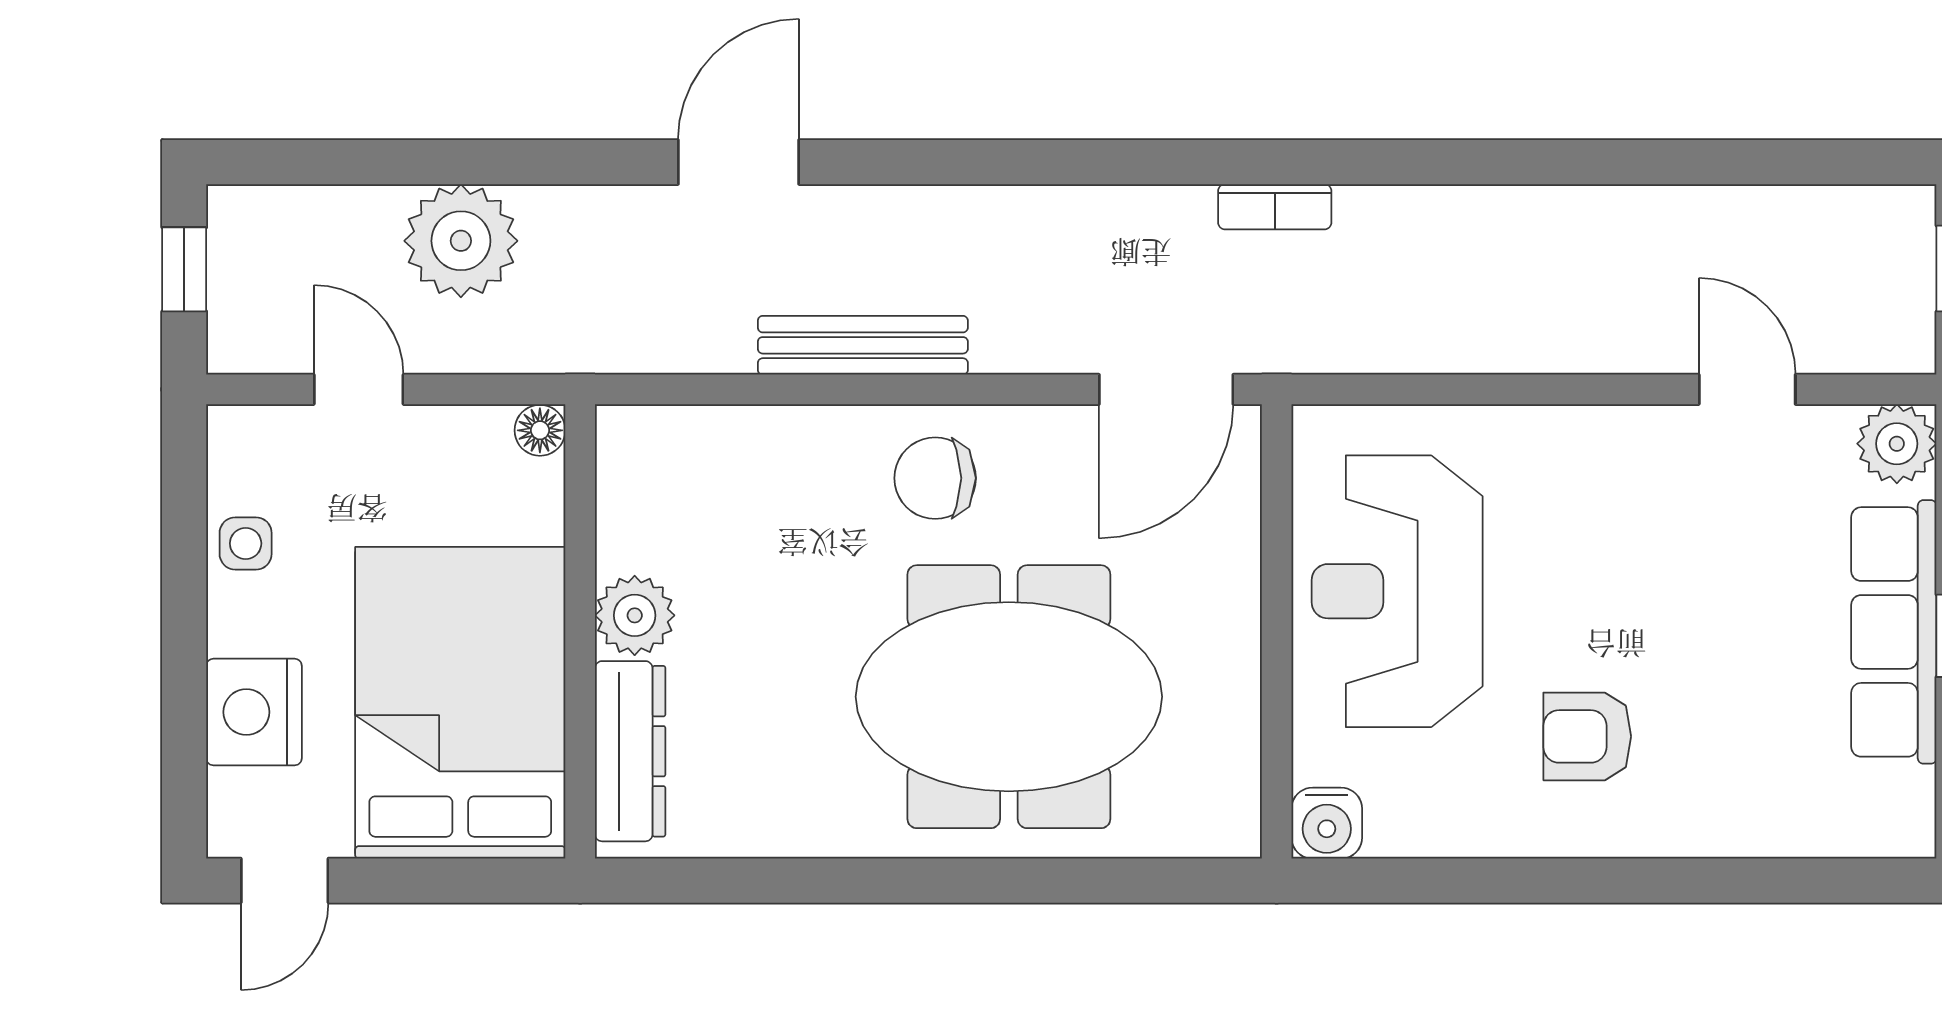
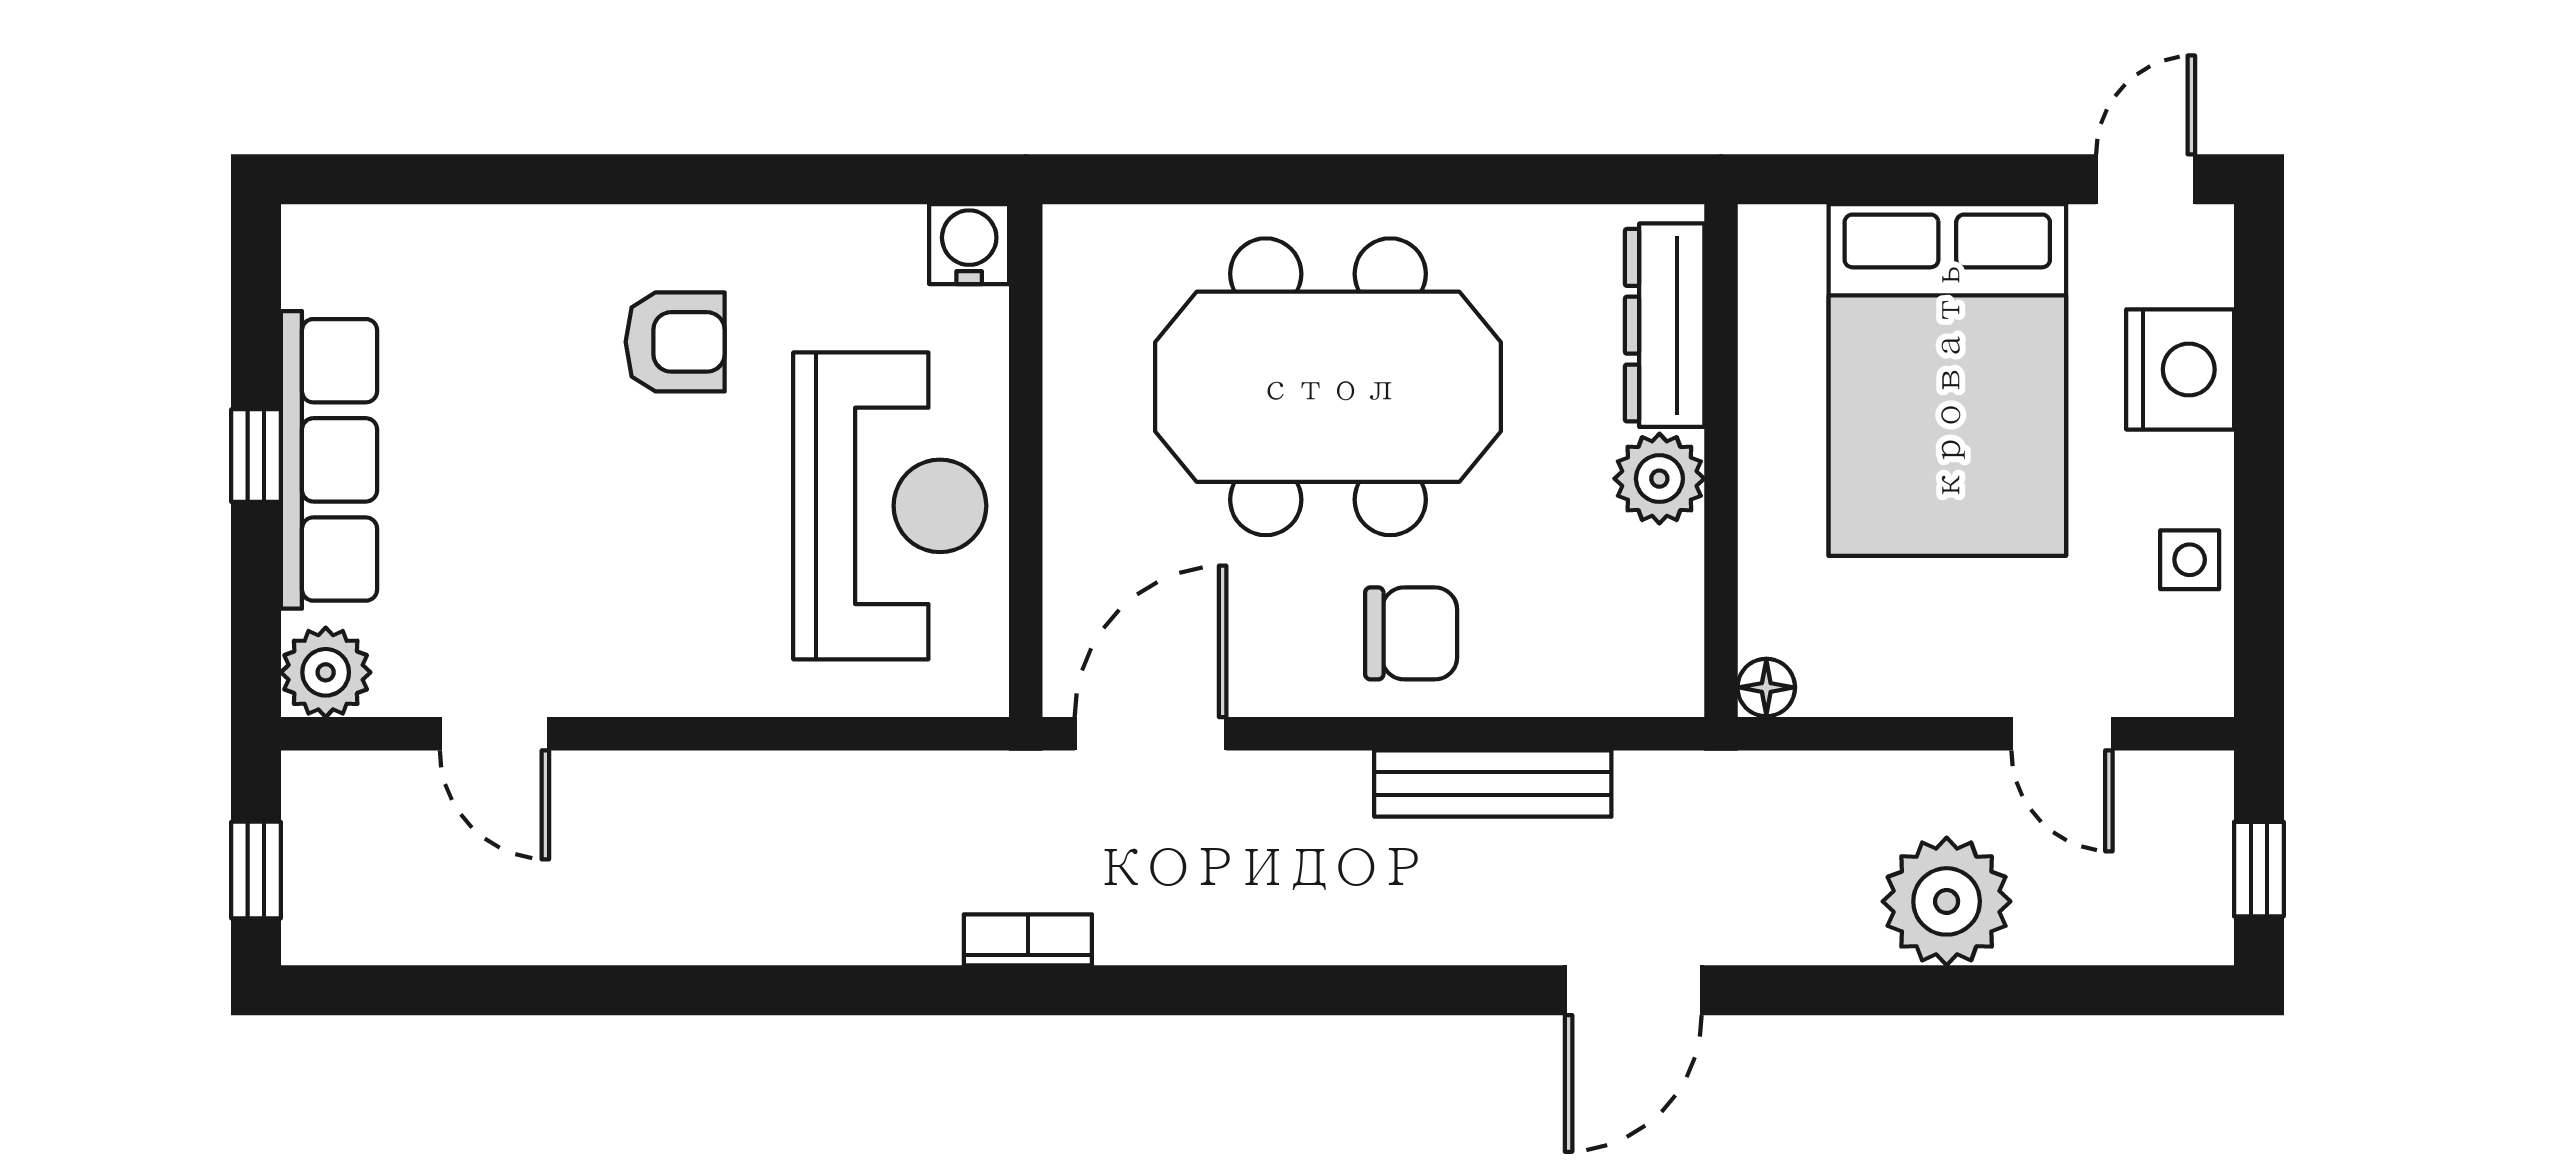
floor lamp: (540, 430) -> (1766, 687), moved
plant: (635, 615) -> (1659, 479), moved
wall: (580, 631) -> (1721, 461), moved
dresser: (630, 751) -> (1665, 325), moved

